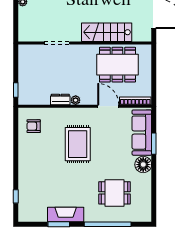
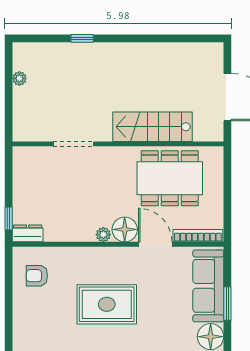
floor lamp: (89, 97) -> (125, 229), added
dresser: (60, 99) -> (28, 233), moved
rug: (78, 144) -> (107, 304), turned 90

